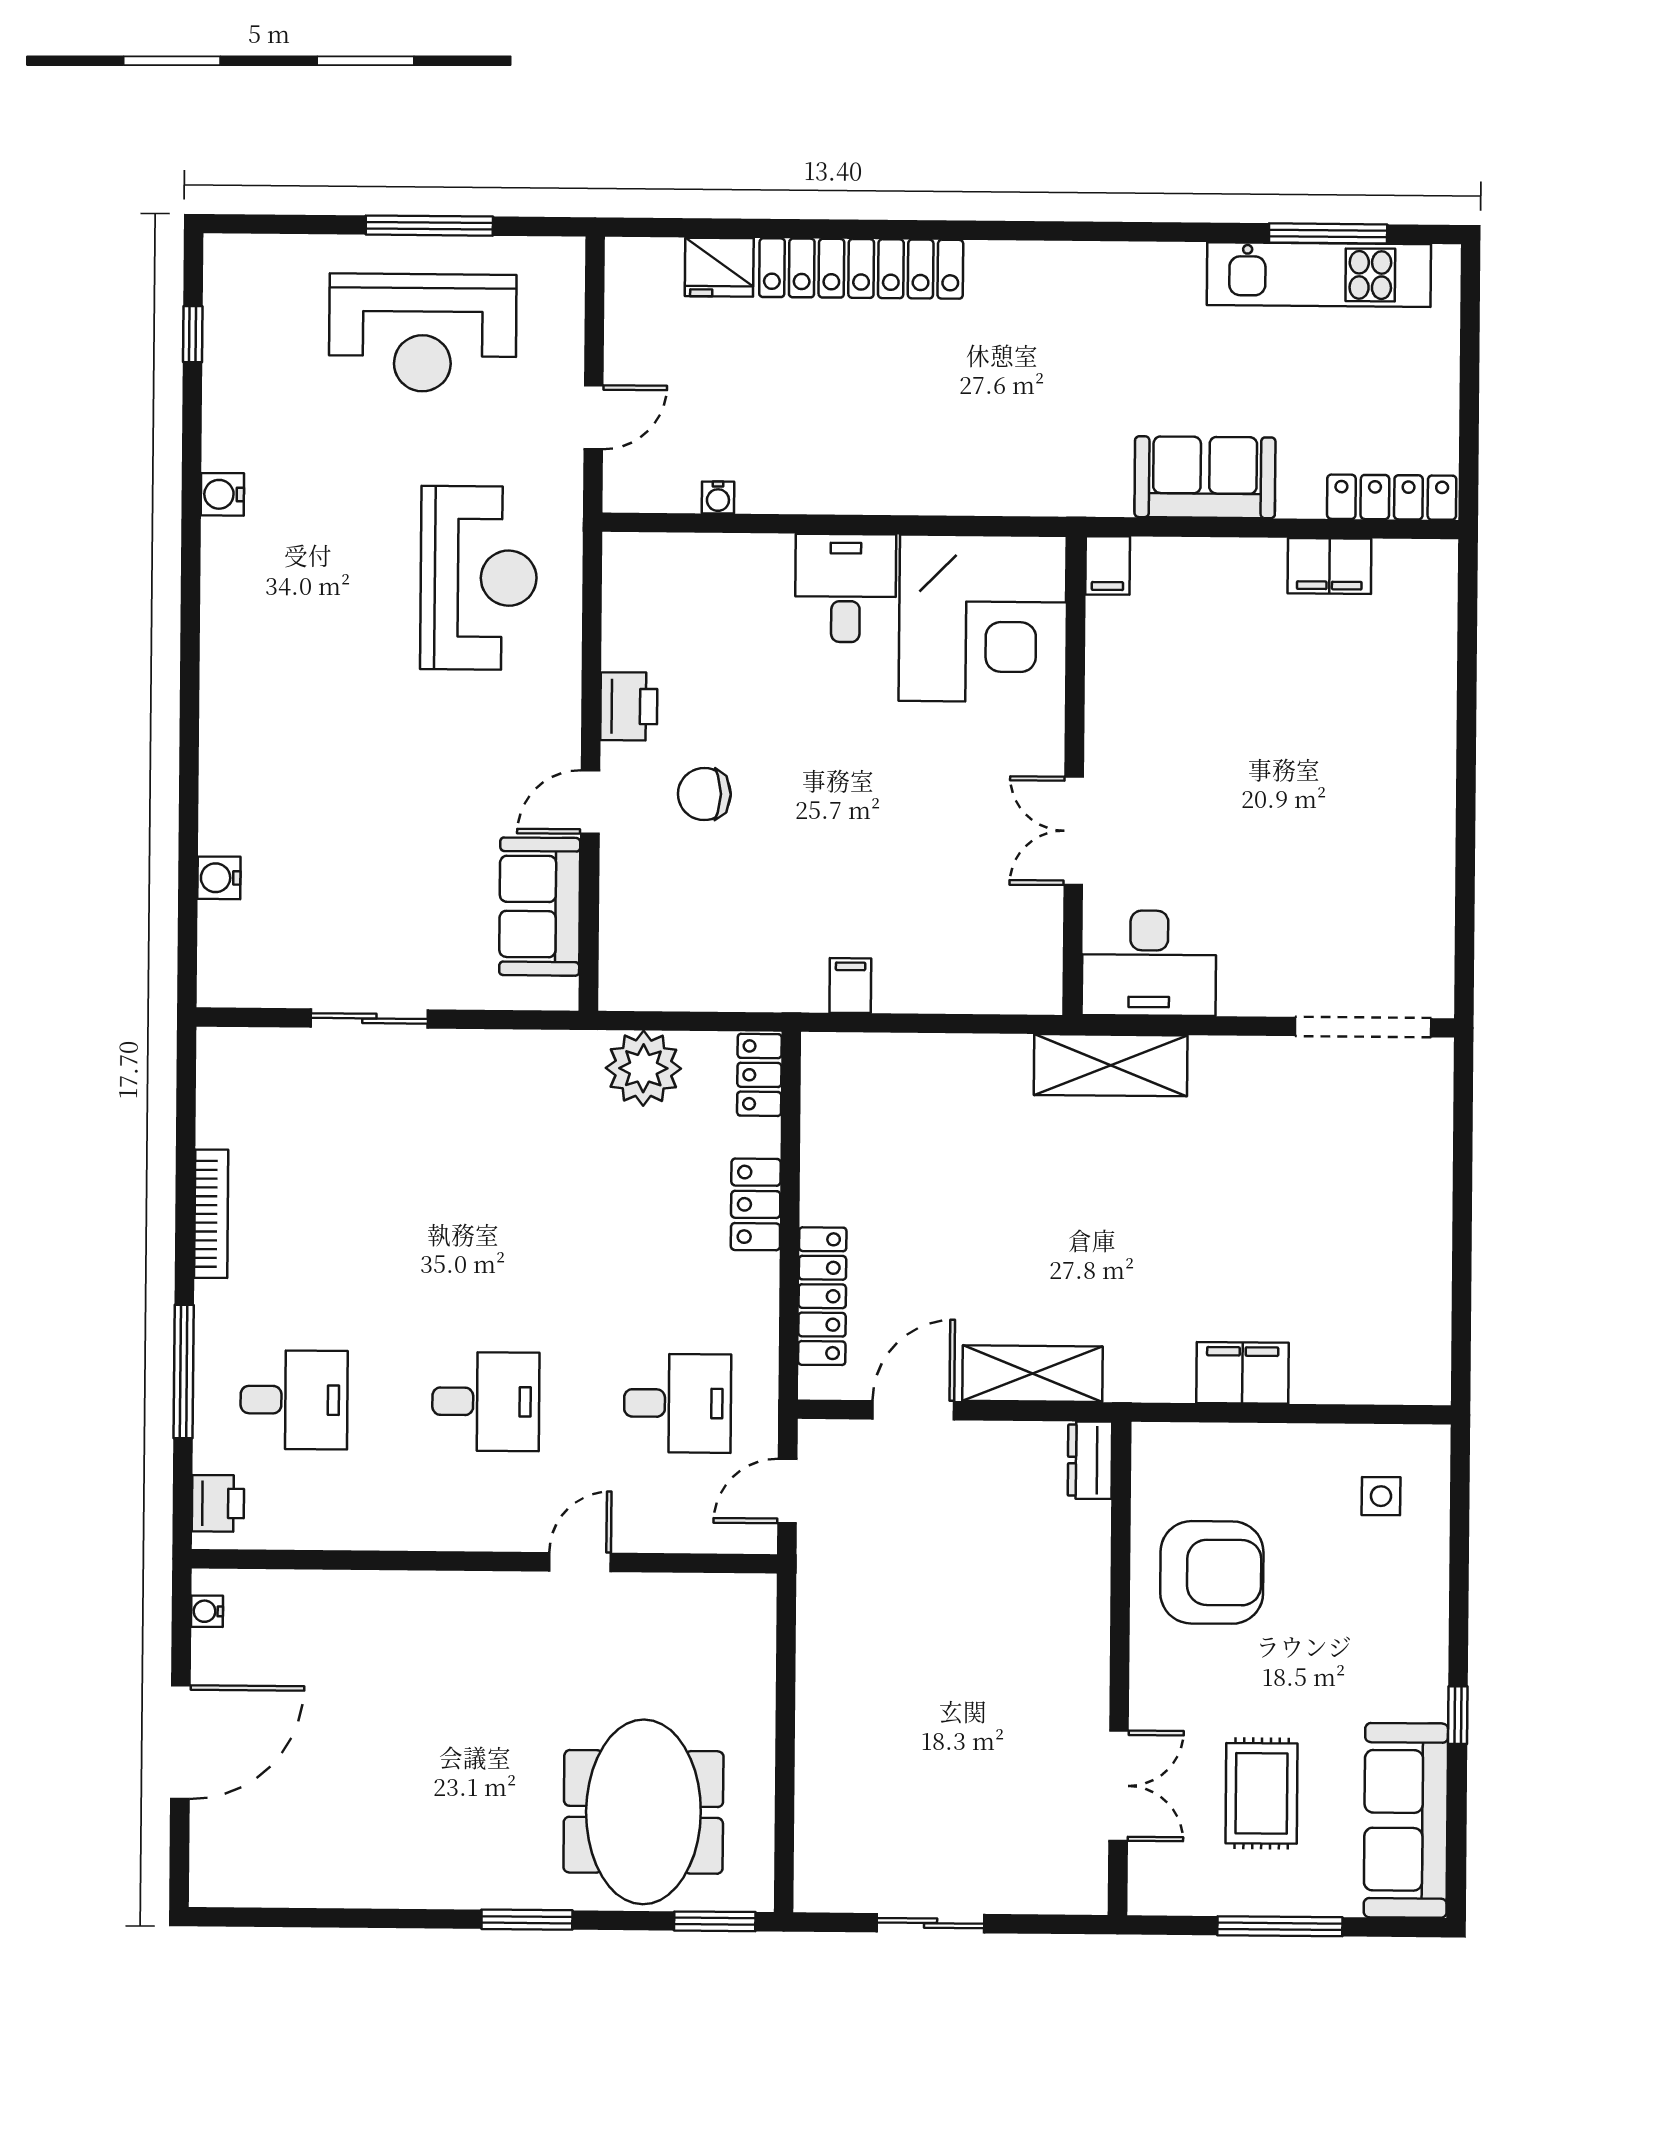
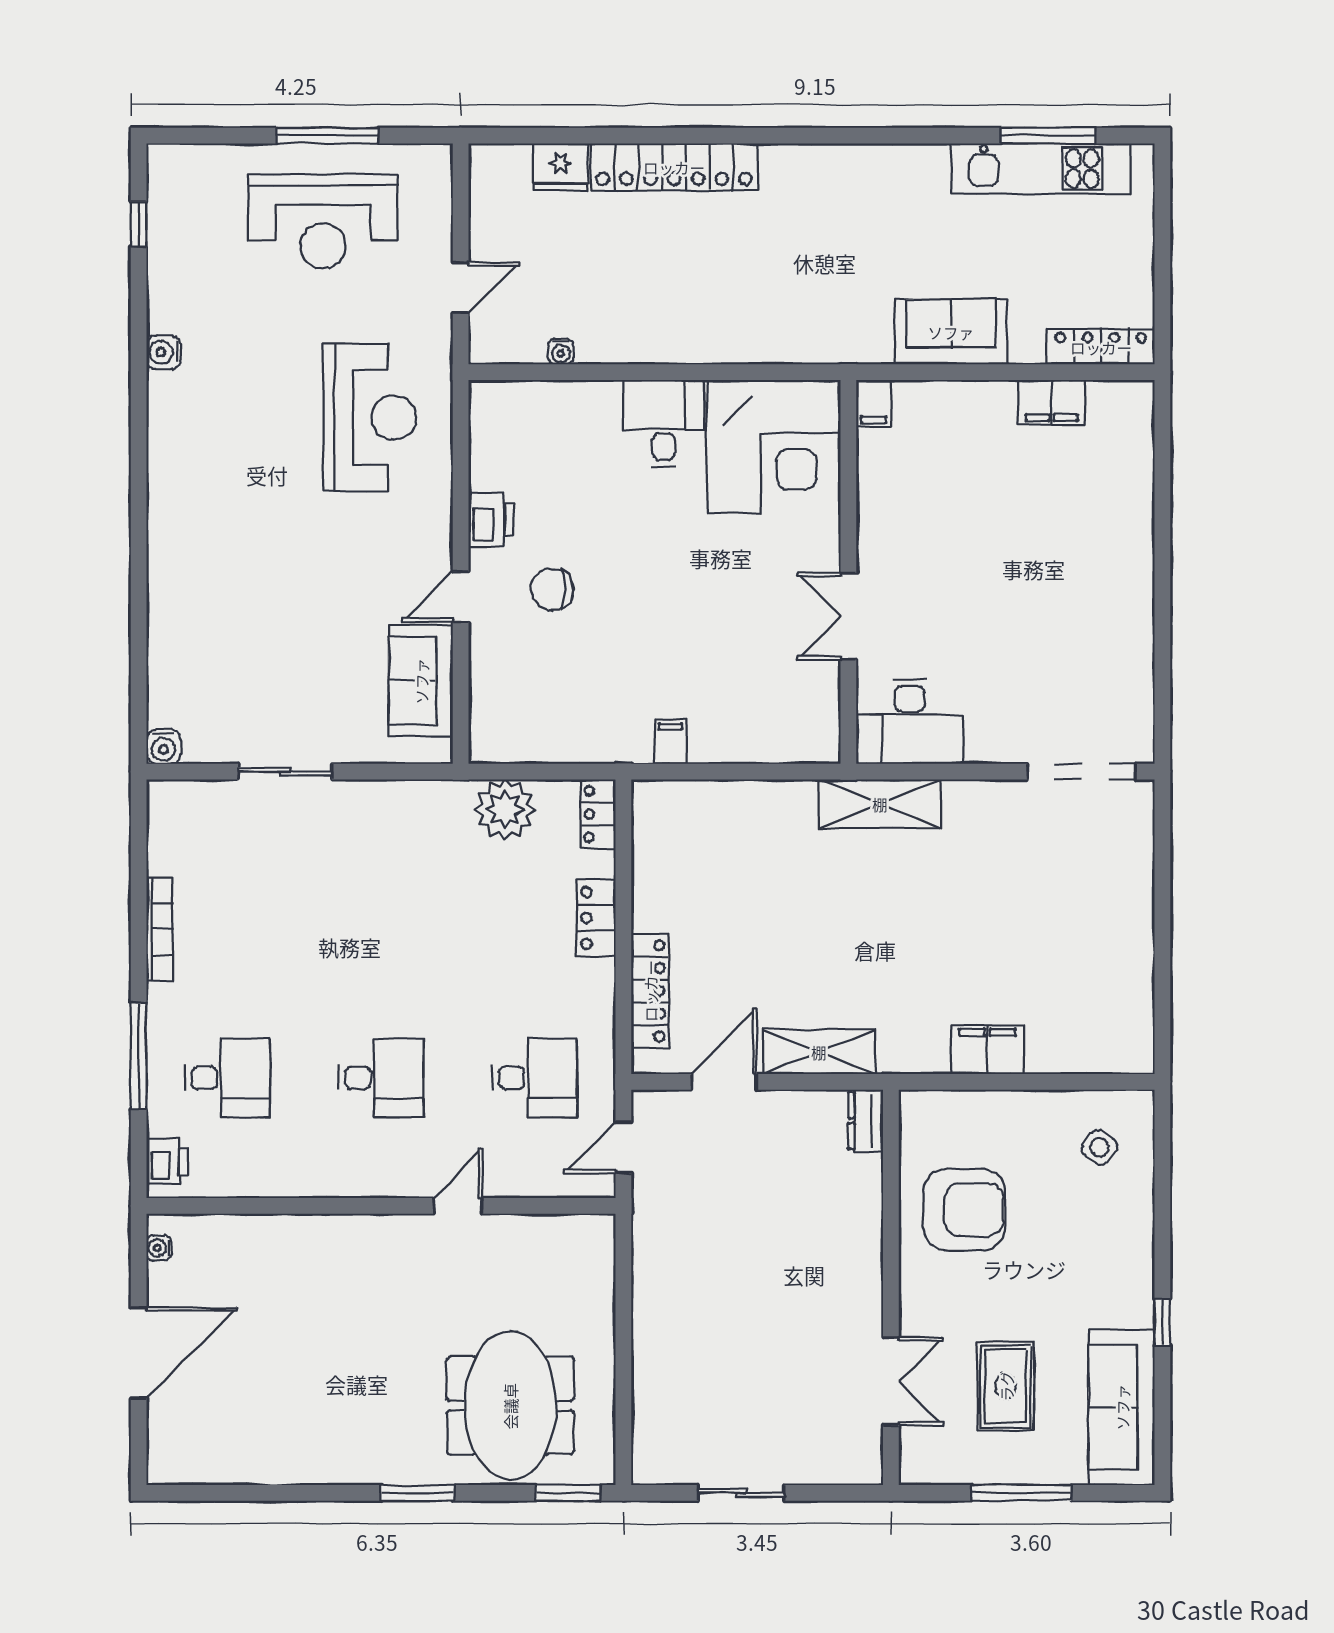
water cooler: (219, 878) -> (164, 747), moved, turned -90
side table: (1381, 1496) -> (1099, 1147), turned 35

